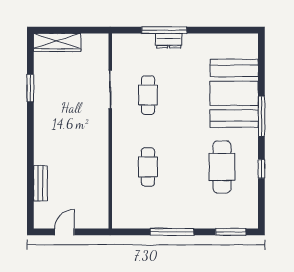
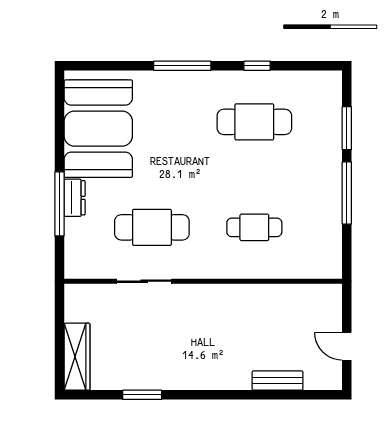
booth: (234, 93) -> (98, 129), moved, turned 90
cafe table: (148, 95) -> (152, 227), width x1.37, depth x1.35
window: (231, 232) -> (347, 128), moved

